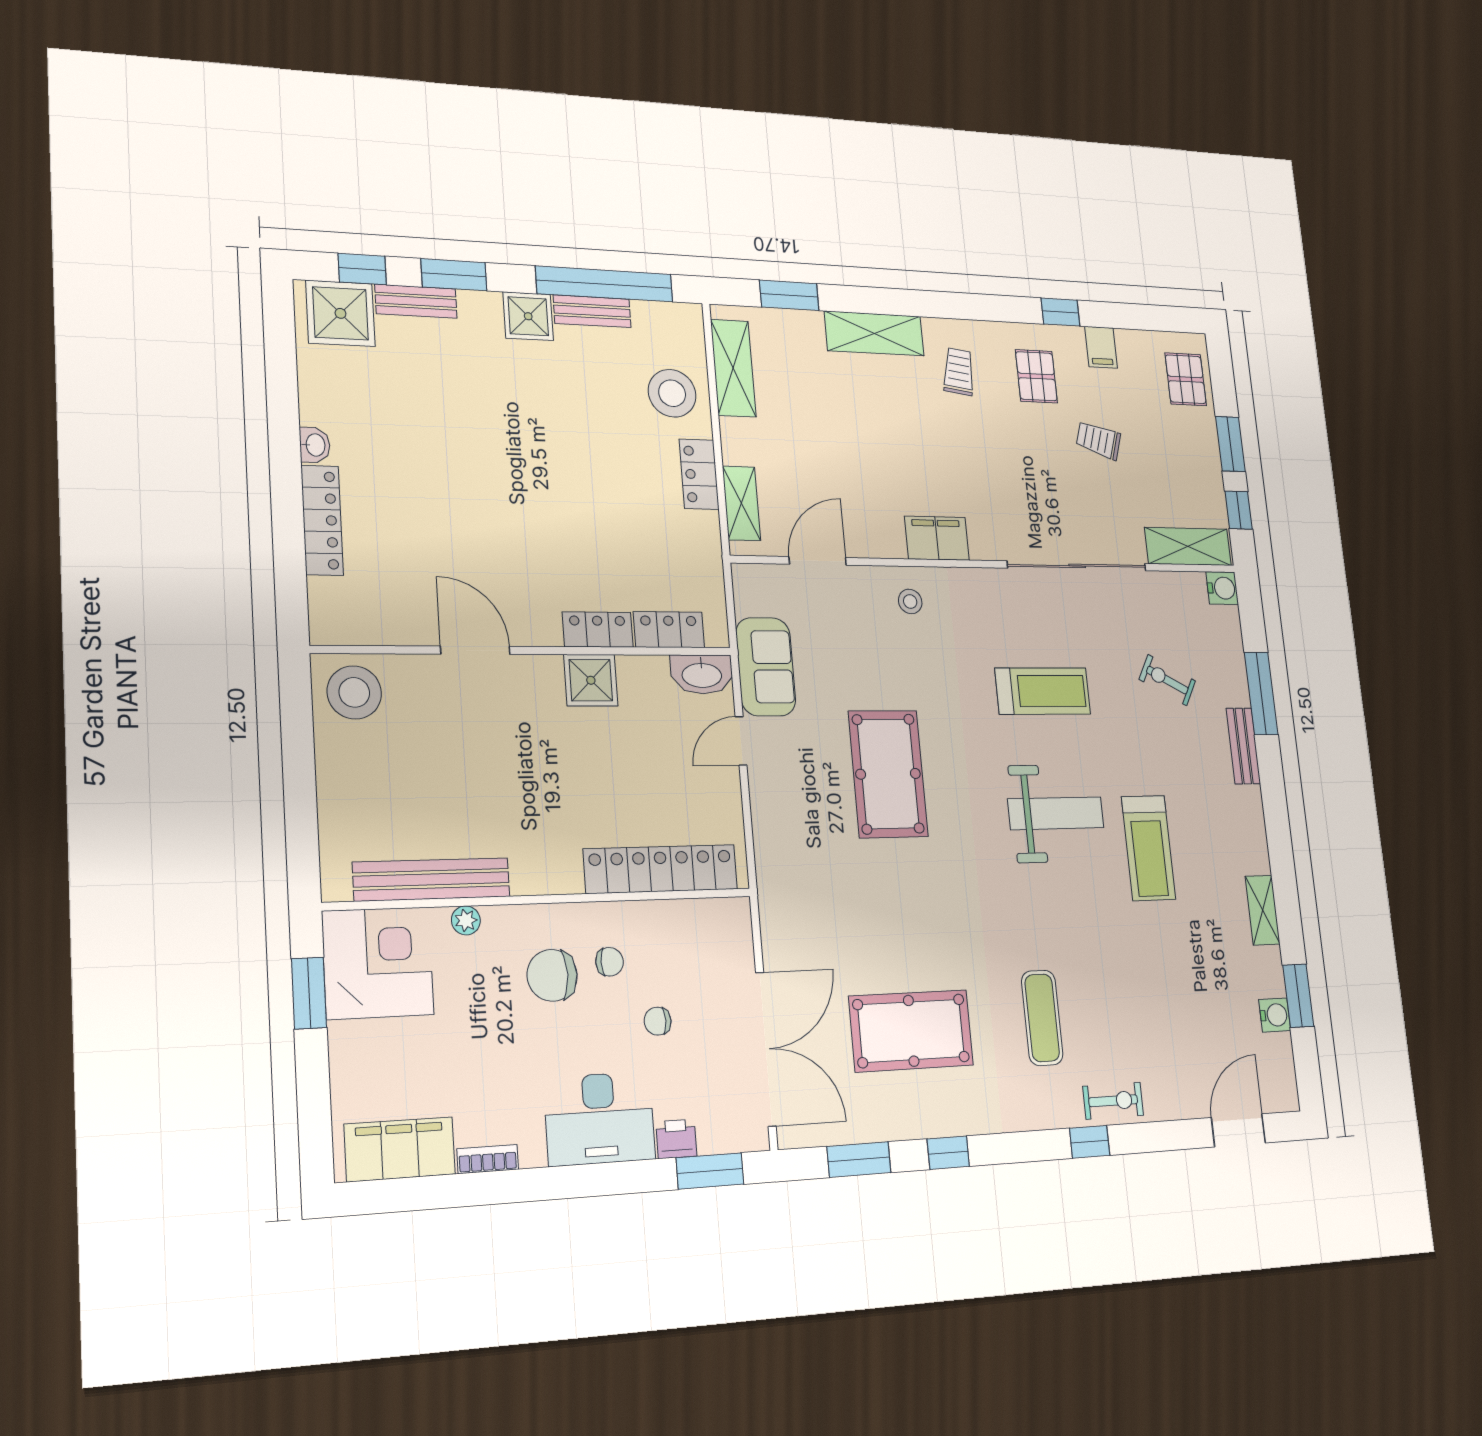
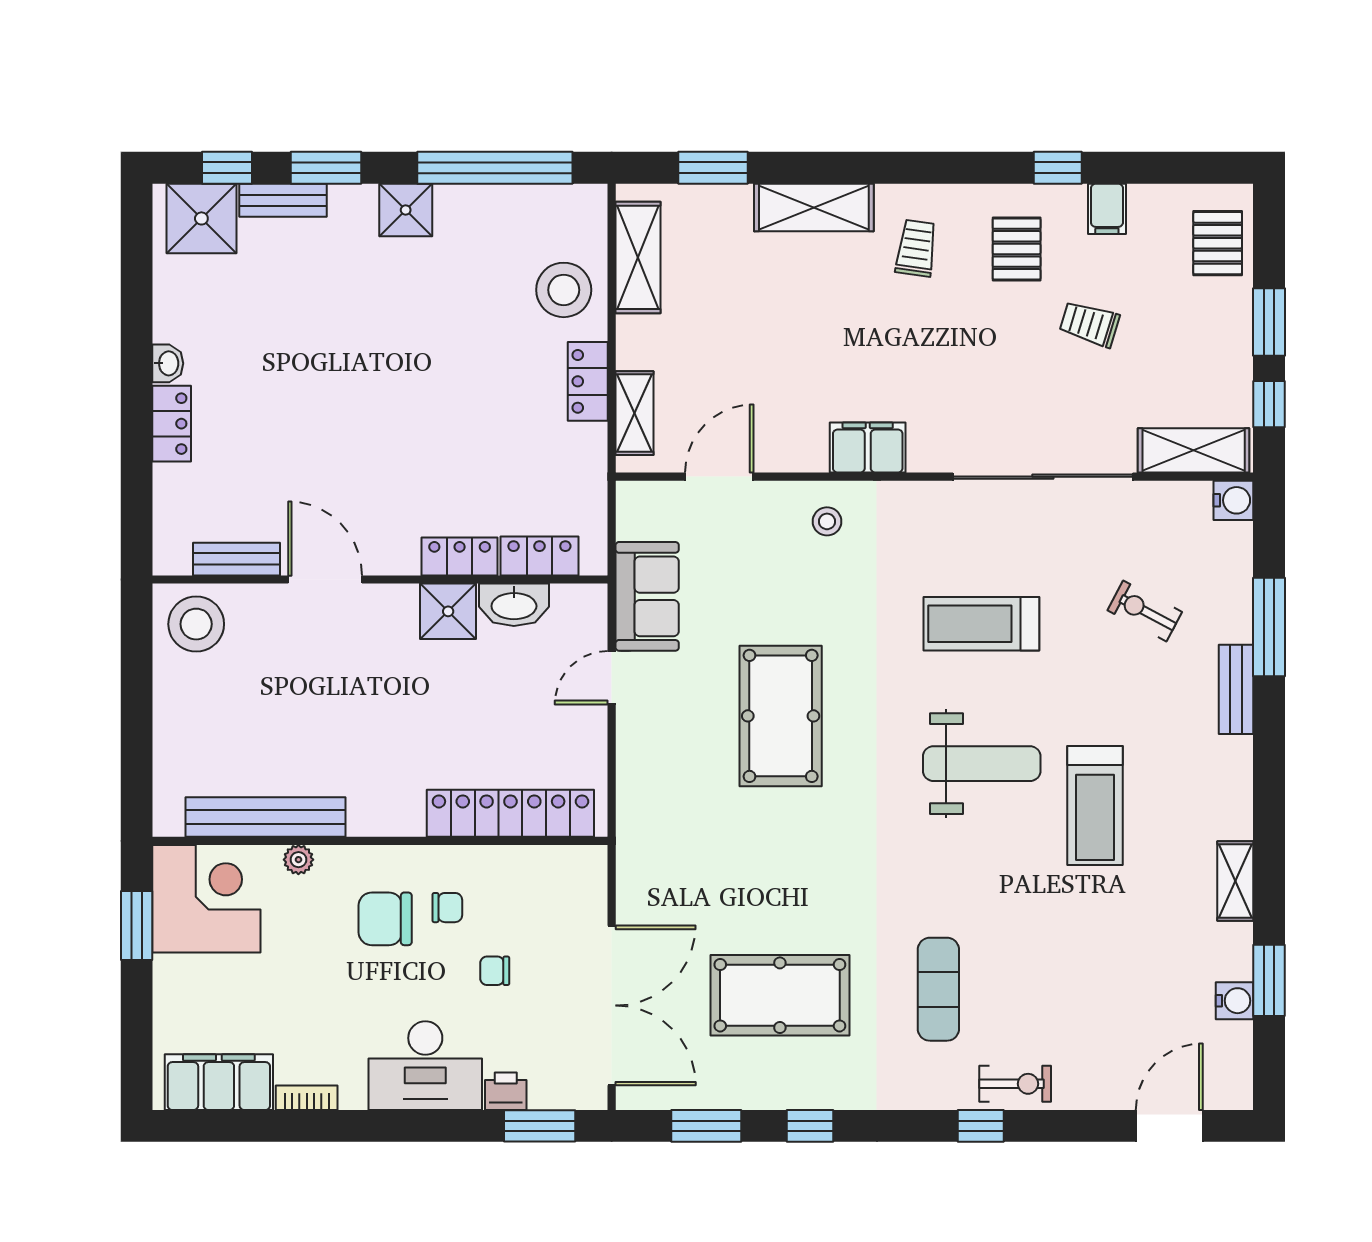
bench: (592, 311) -> (237, 559), moved
locker: (322, 520) -> (172, 424), width x0.66
washbasin: (702, 674) -> (514, 605), moved
treadmill: (1043, 691) -> (981, 624), turned 180

